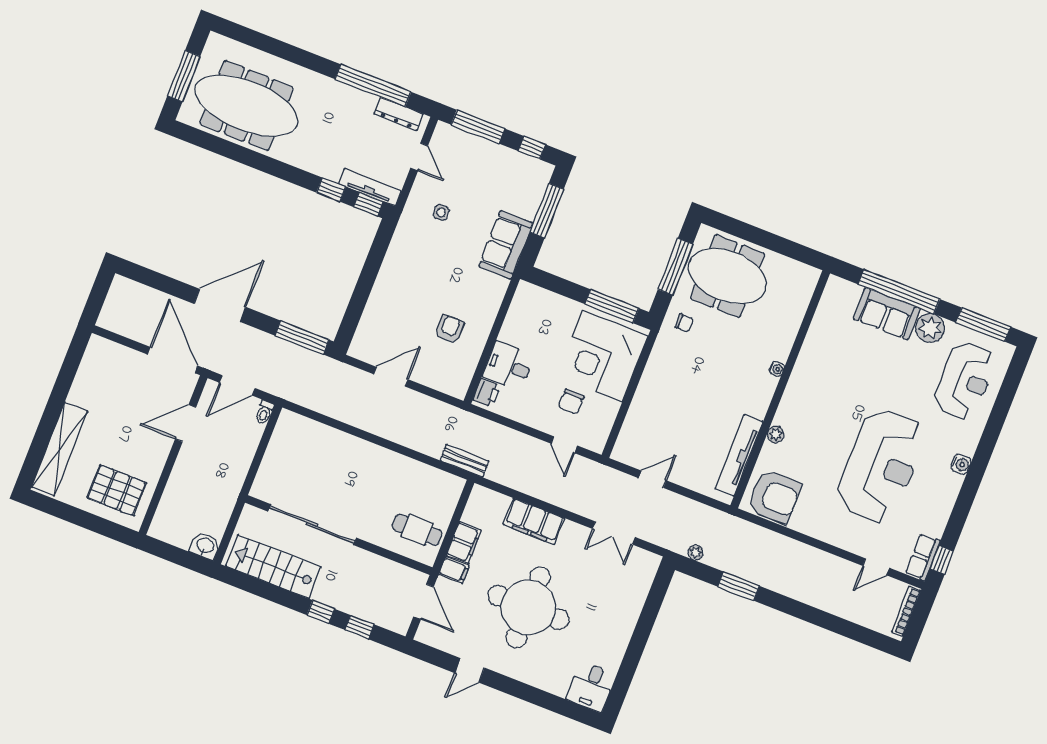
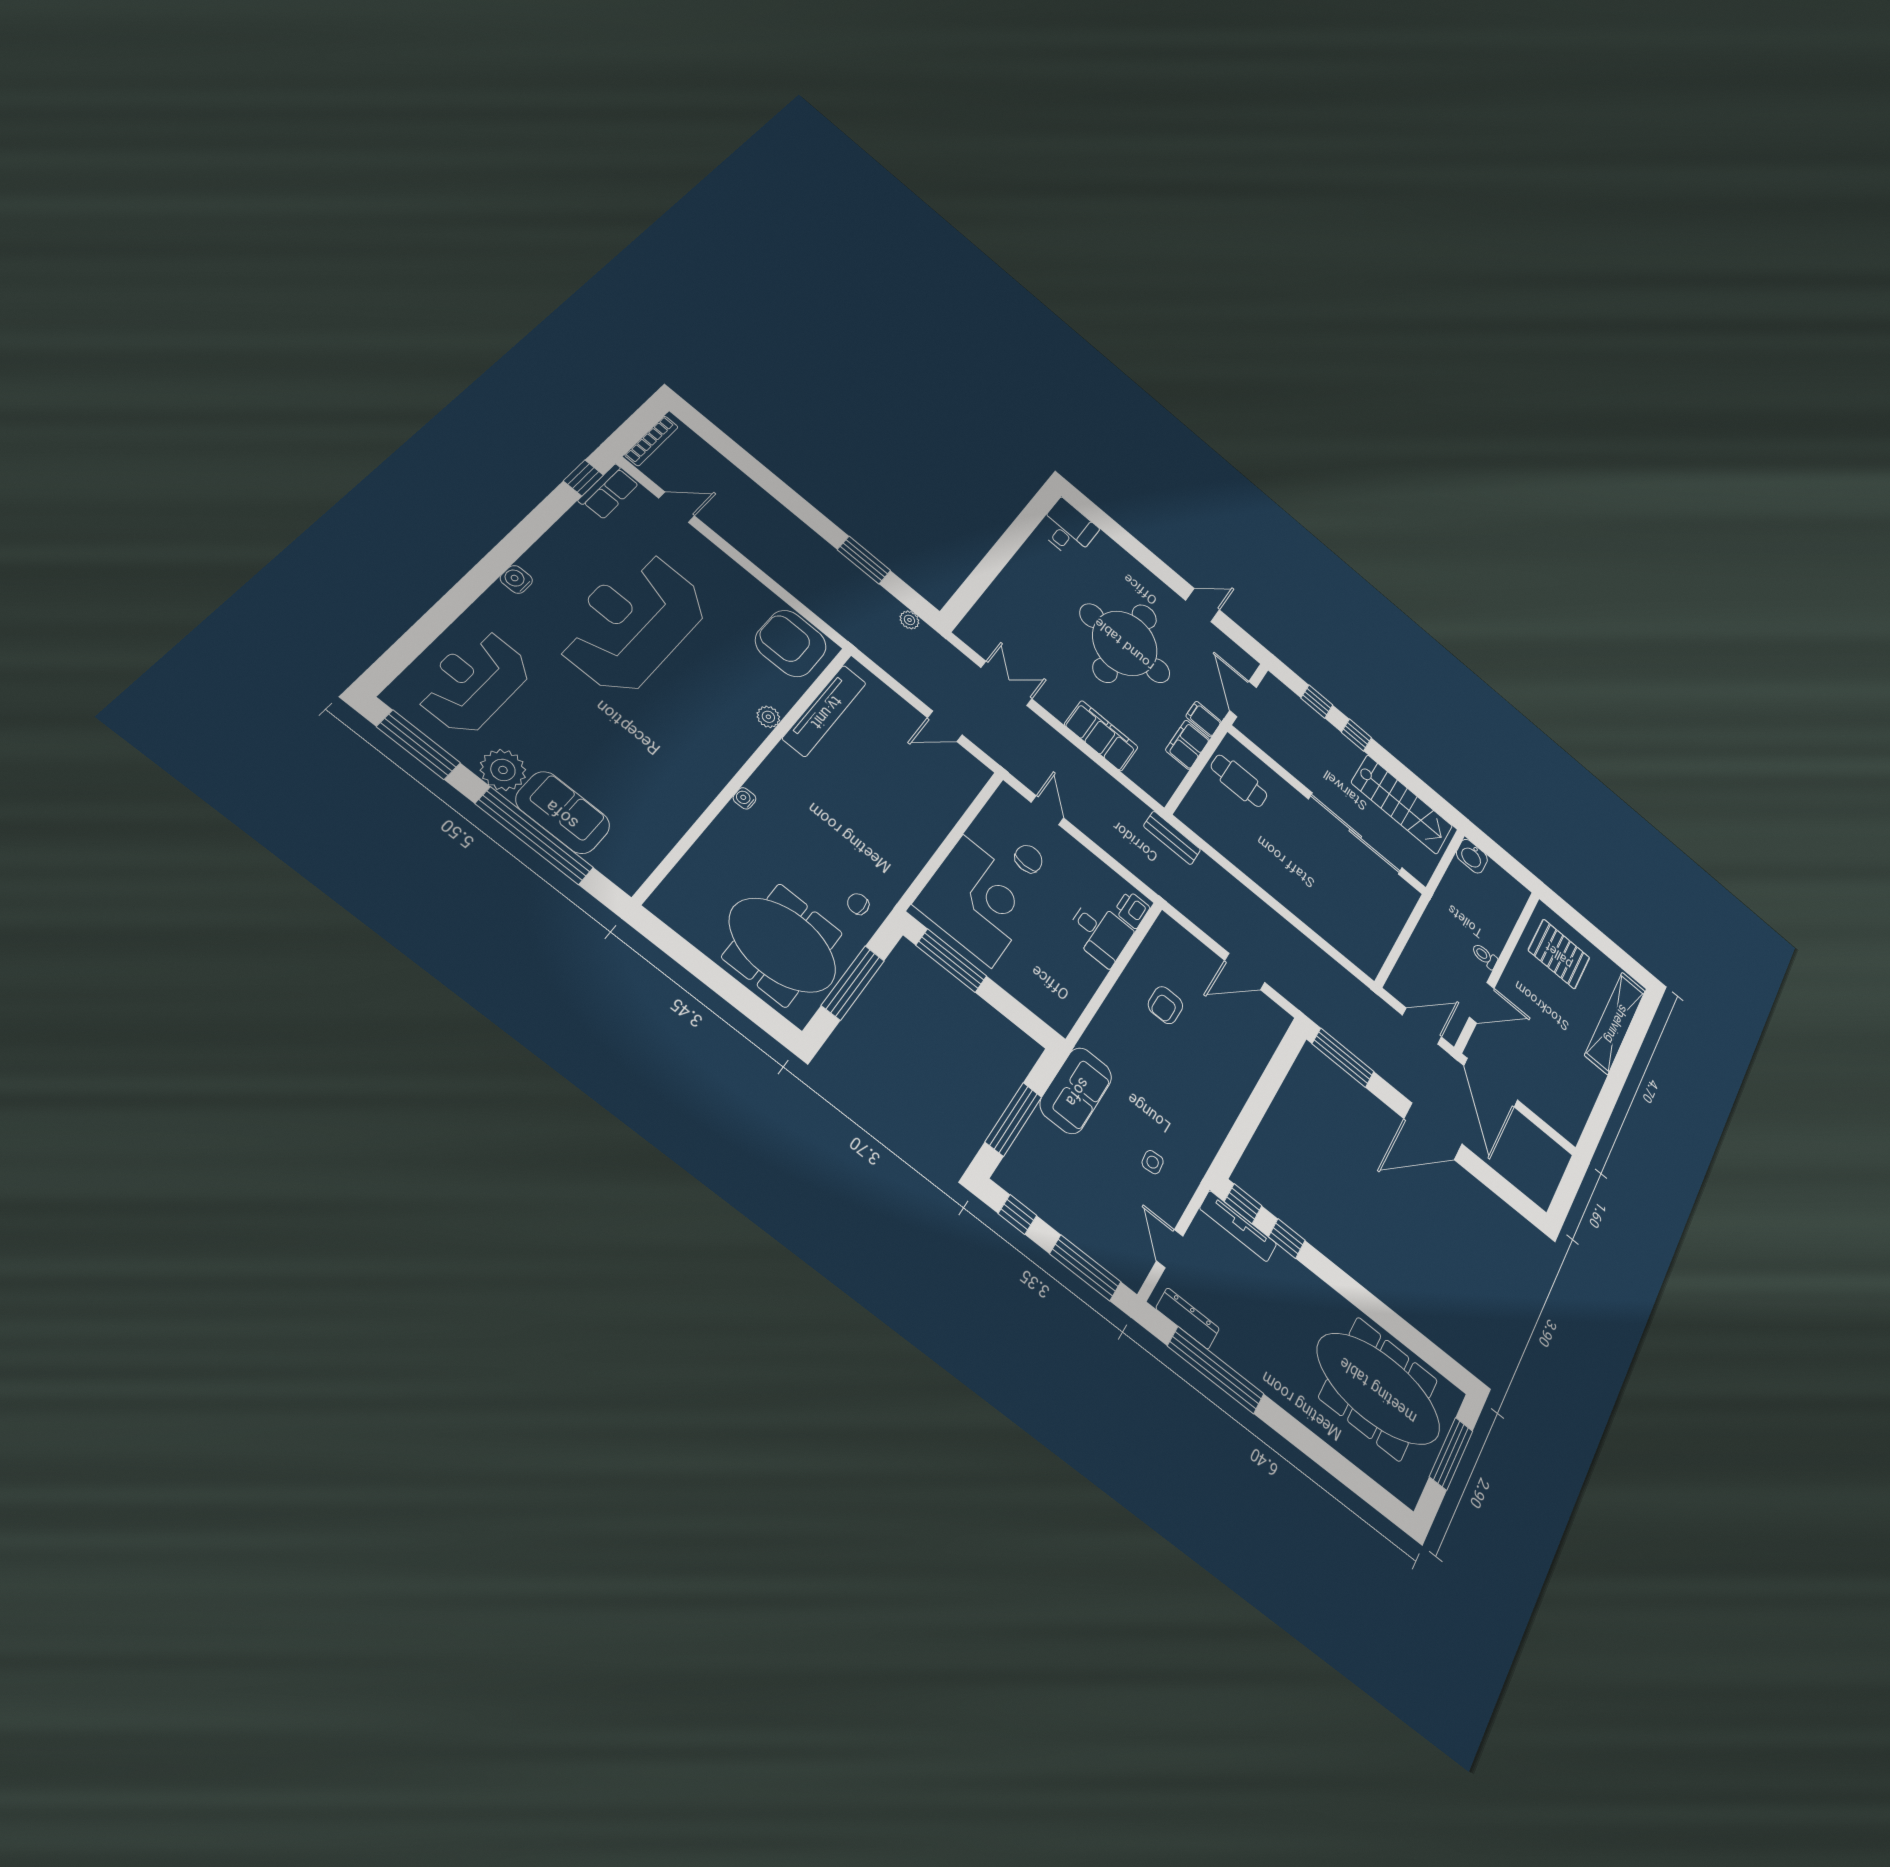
toilet: (264, 412) -> (1485, 956), moved, turned -90

